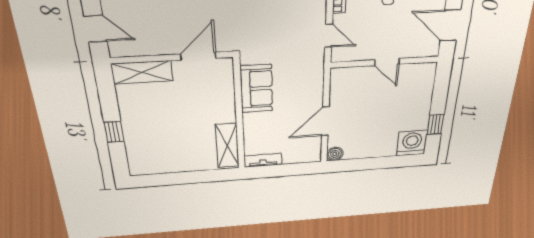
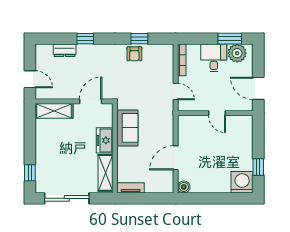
freezer: (224, 107) -> (105, 140), added
window: (114, 132) -> (30, 173), moved
sliding door: (175, 178) -> (67, 198), added

